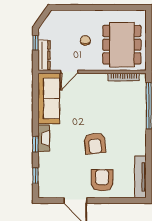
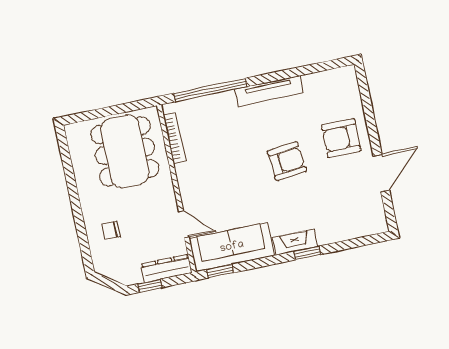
chair: (85, 40) -> (111, 230), moved
dining table: (122, 45) -> (125, 151), turned 90
window: (35, 176) -> (220, 271), moved
tv unit: (140, 177) -> (269, 91), moved

